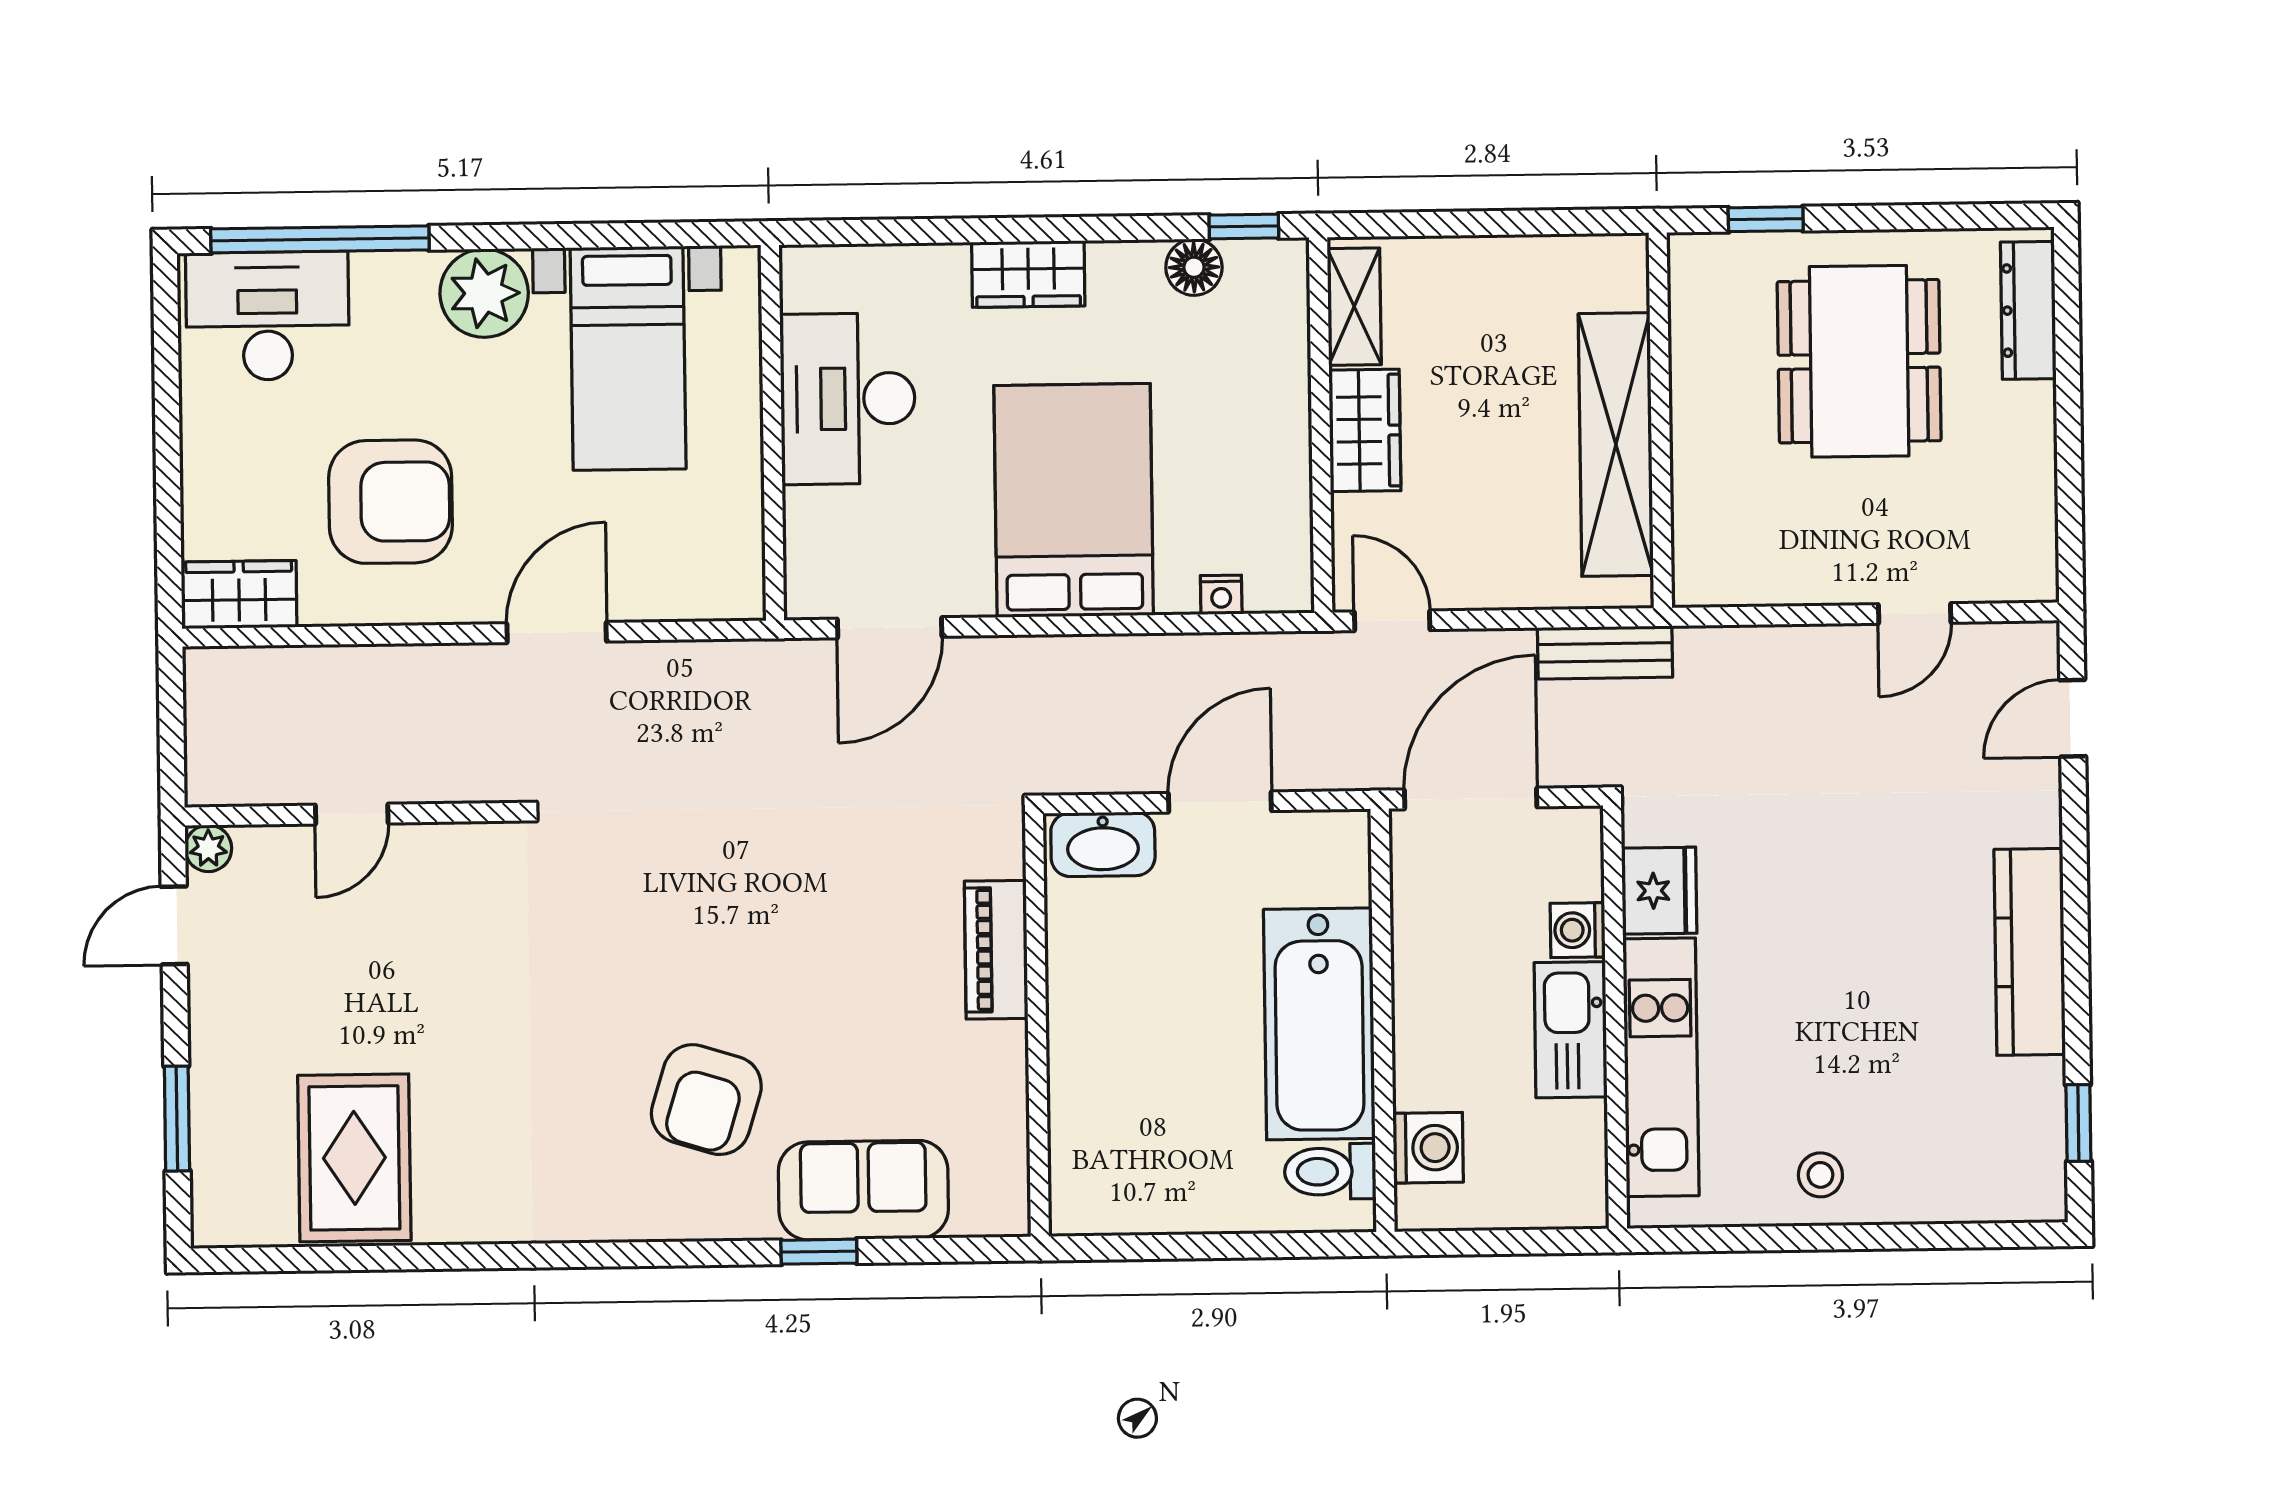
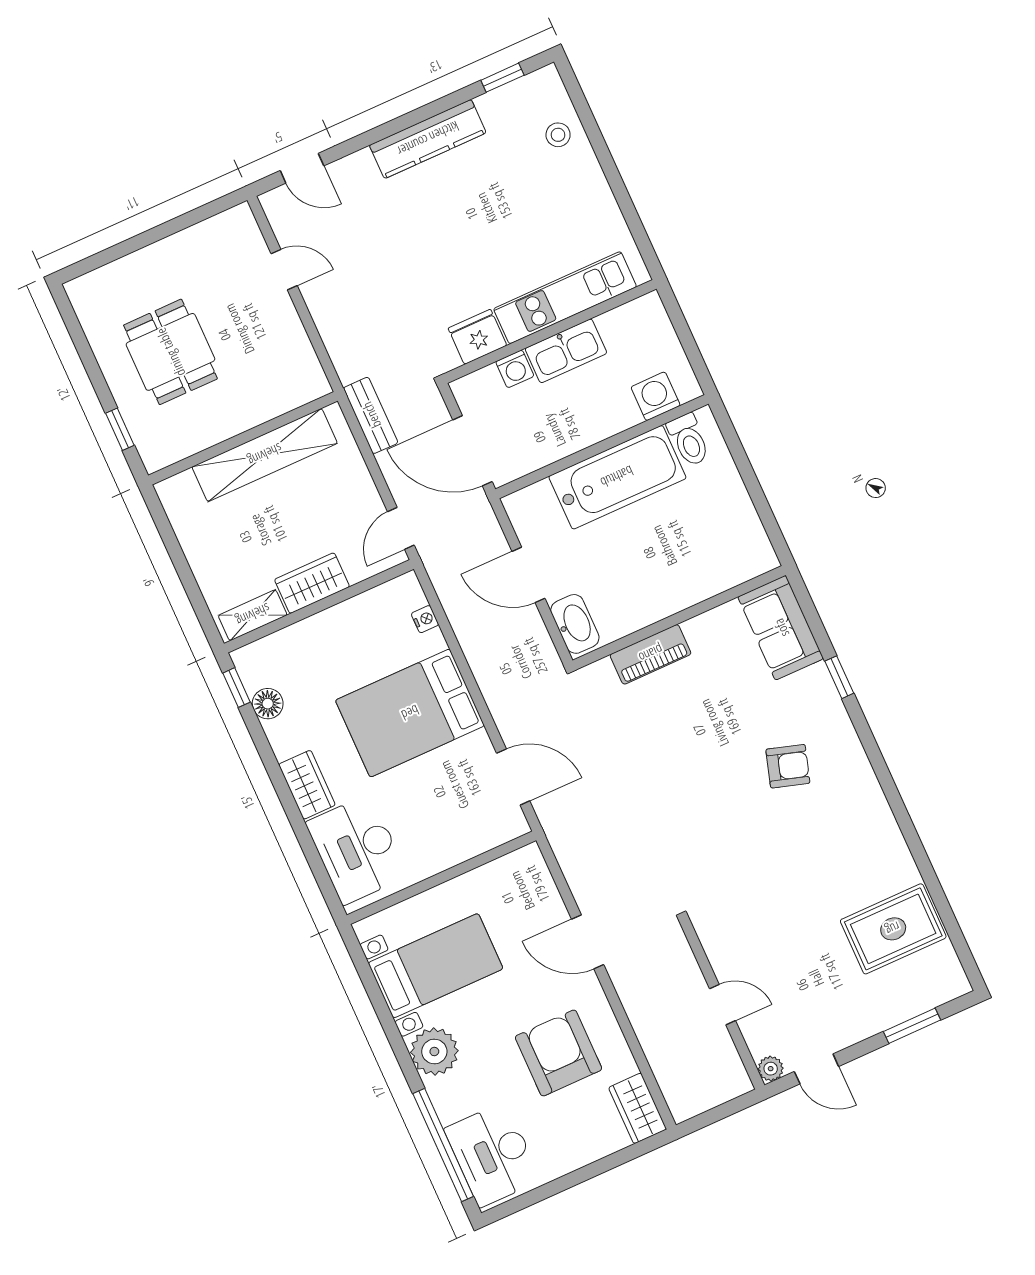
dresser: (2028, 310) -> (108, 279), removed
dining table: (1859, 361) -> (170, 352), width x0.73
desk: (848, 399) -> (357, 849), moved, turned 90
armchair: (706, 1100) -> (788, 766), width x0.72, depth x0.72
stool: (1820, 1175) -> (558, 135), moved
sofa: (863, 1190) -> (781, 628), moved

